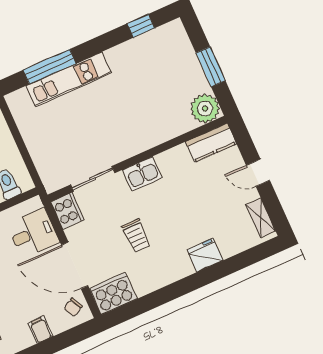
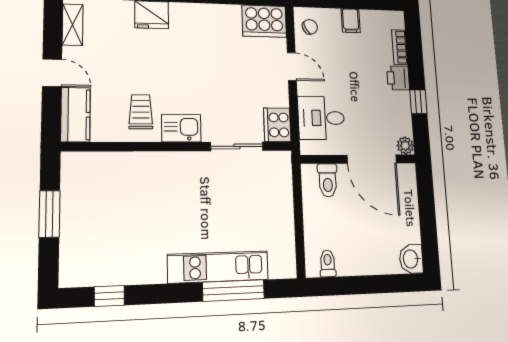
plant: (205, 109) -> (79, 169), removed
kitchen counter: (211, 143) -> (75, 115), moved, turned 90
trolley: (136, 236) -> (141, 112), moved
door: (75, 265) -> (292, 67), width x0.53

